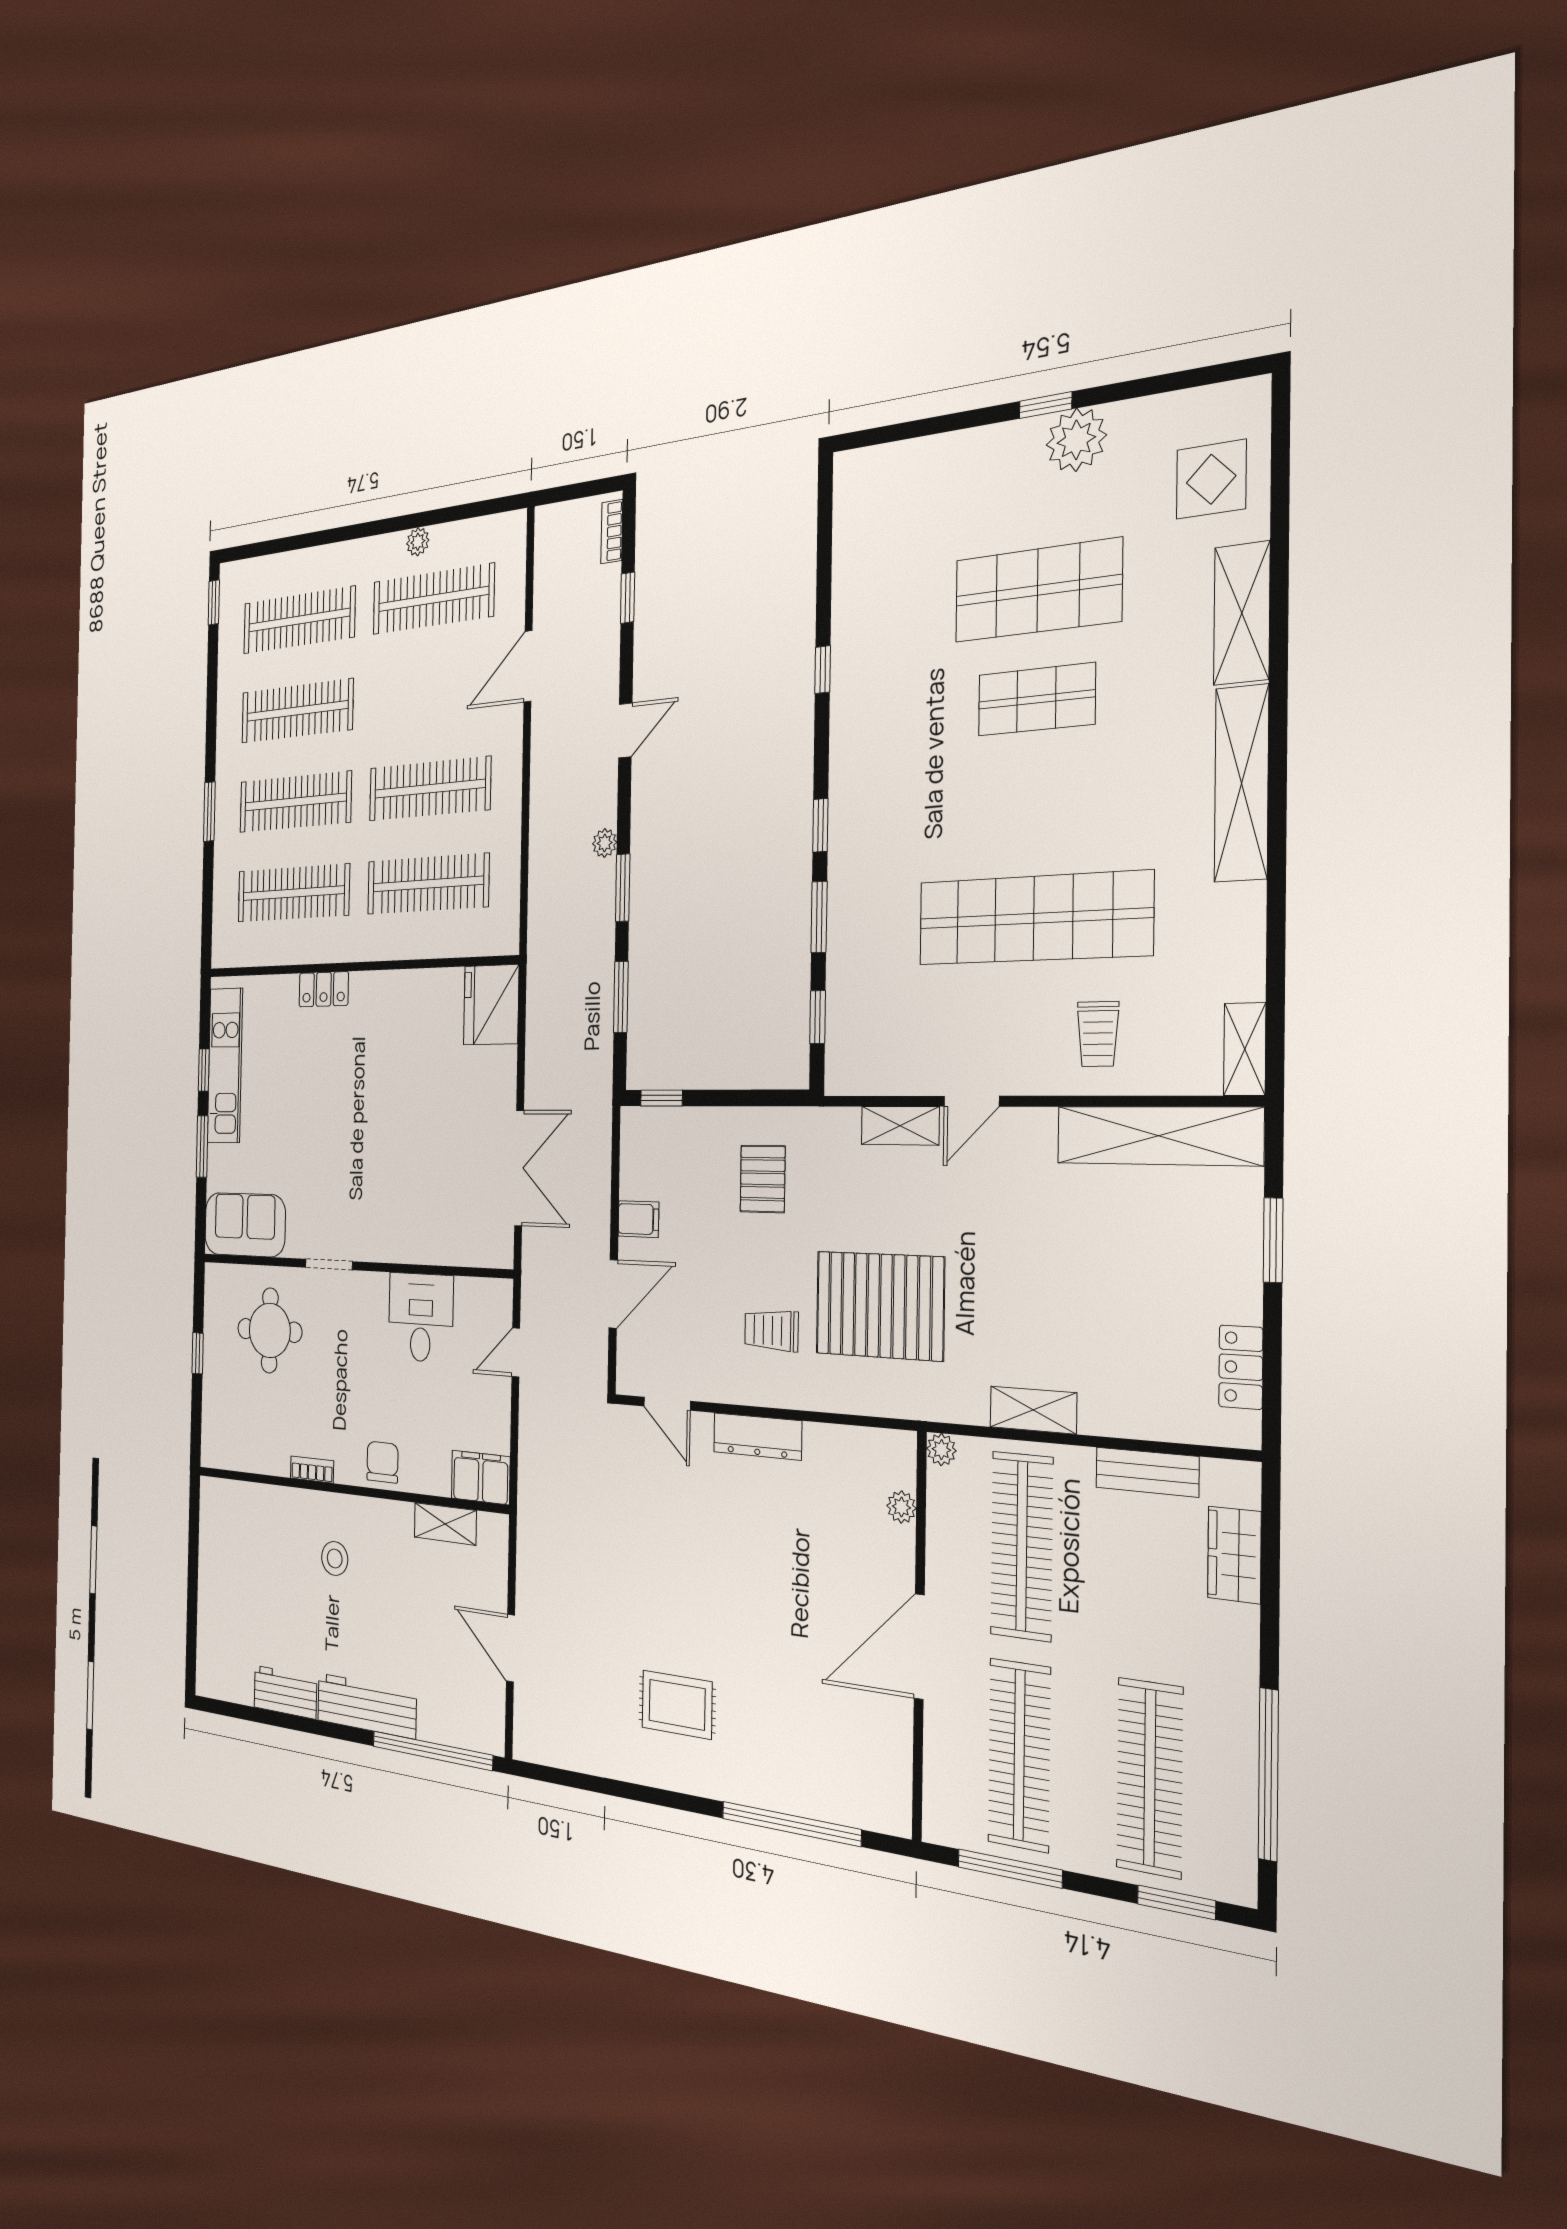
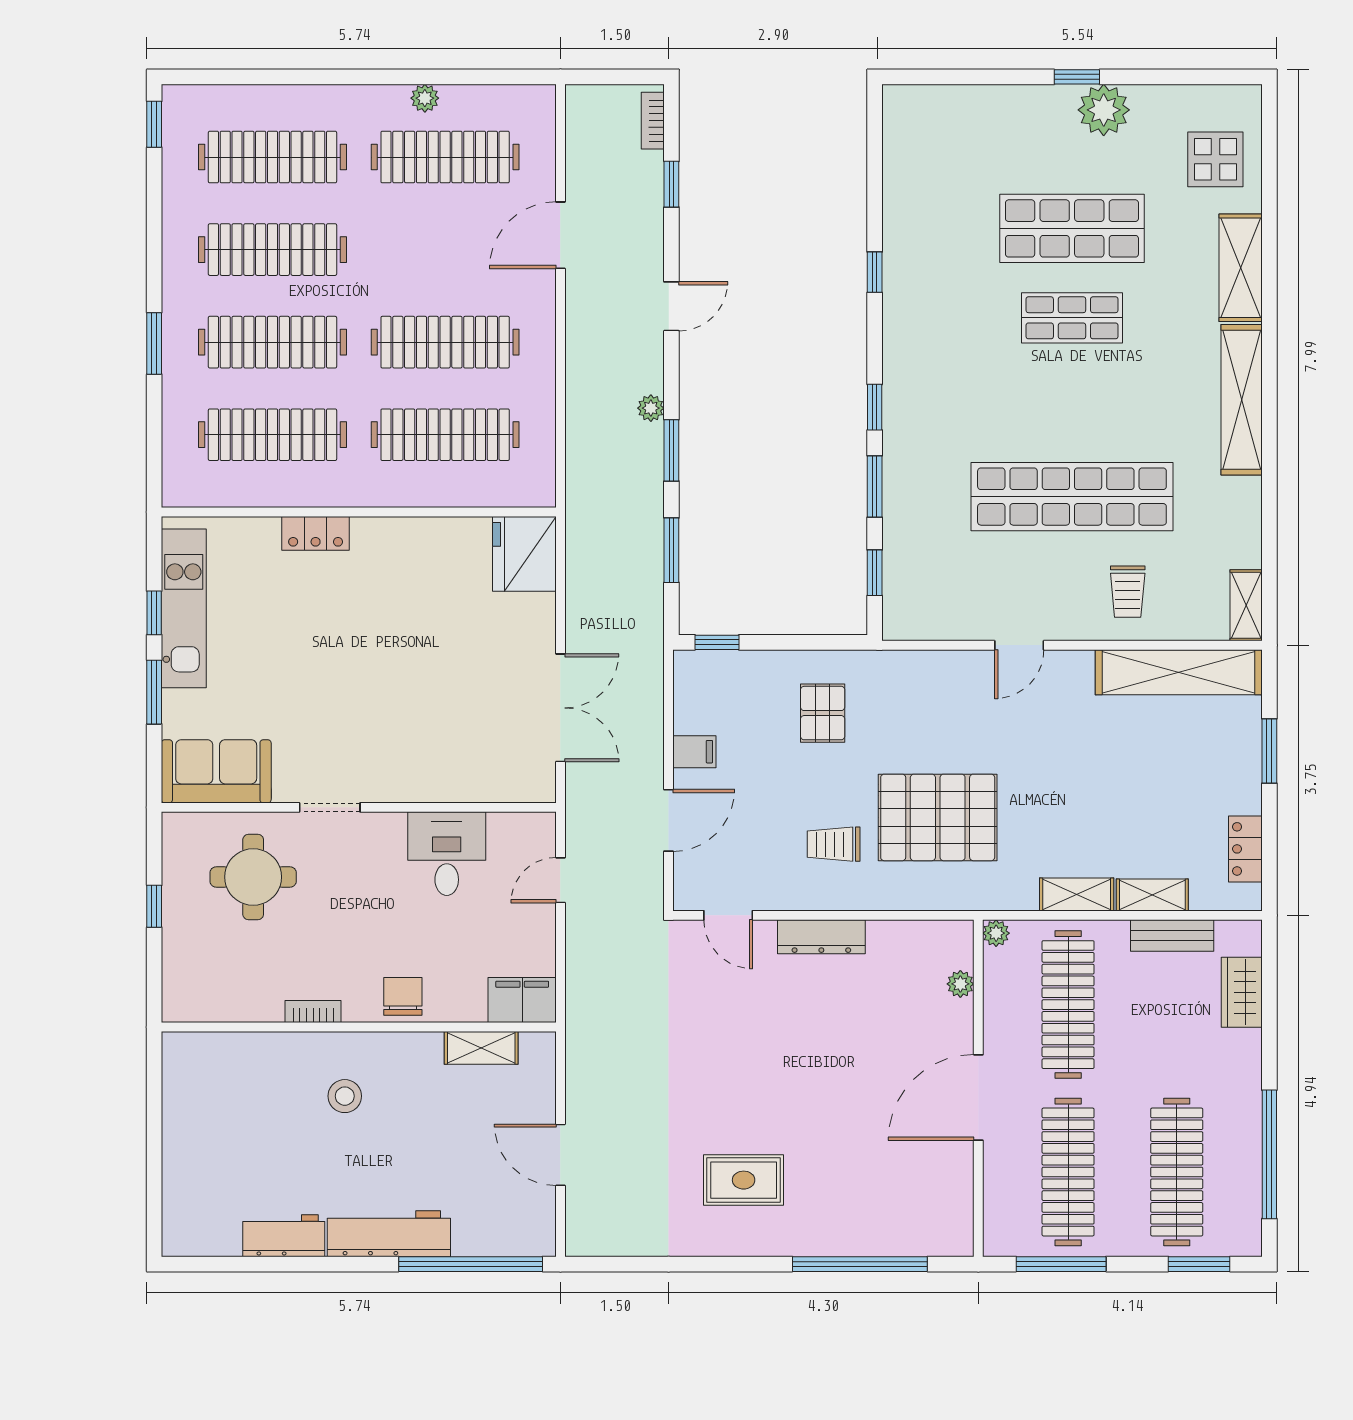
shelving: (900, 1126) -> (1152, 895), moved

